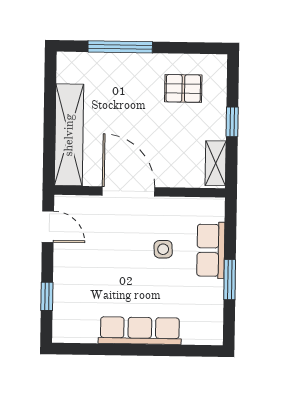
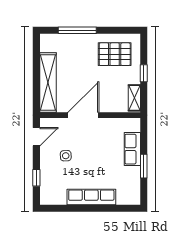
pallet: (183, 88) -> (115, 54), width x1.50, depth x1.42
door: (128, 191) -> (83, 115), hinge flipped
door: (48, 227) -> (36, 137), hinge flipped
side table: (163, 249) -> (66, 156), moved

